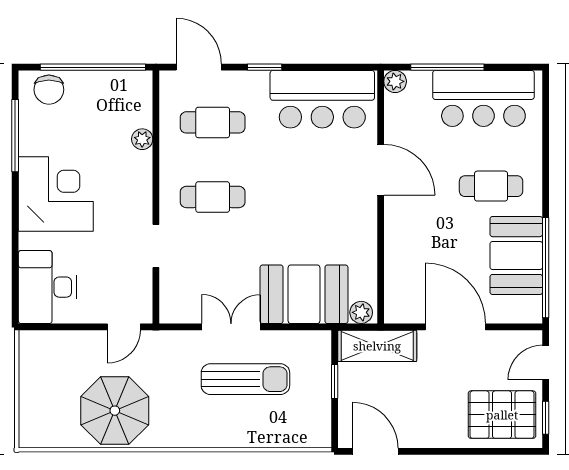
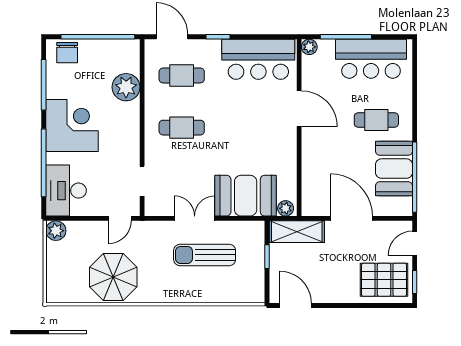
plant: (142, 139) -> (126, 87), width x1.87, depth x1.87
doorway: (156, 246) -> (142, 181), moved
window: (15, 247) -> (44, 163), added
plant: (33, 344) -> (56, 231), added
sun lounger: (245, 379) -> (205, 255), turned 180

